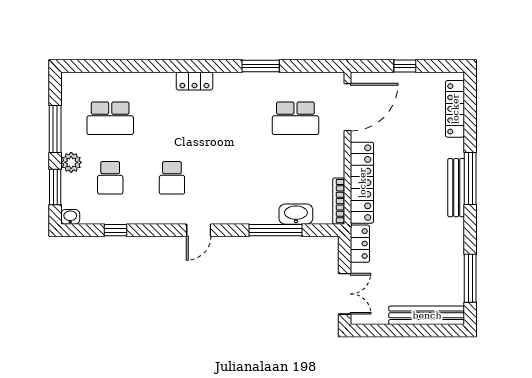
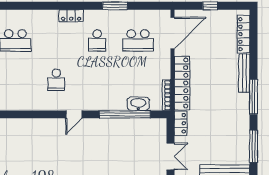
school desk: (110, 178) -> (97, 40), moved
window: (470, 179) -> (254, 97), moved
bench: (456, 188) -> (244, 73), moved
window: (116, 230) -> (19, 114), removed
window: (276, 230) -> (125, 114), width x1.46

